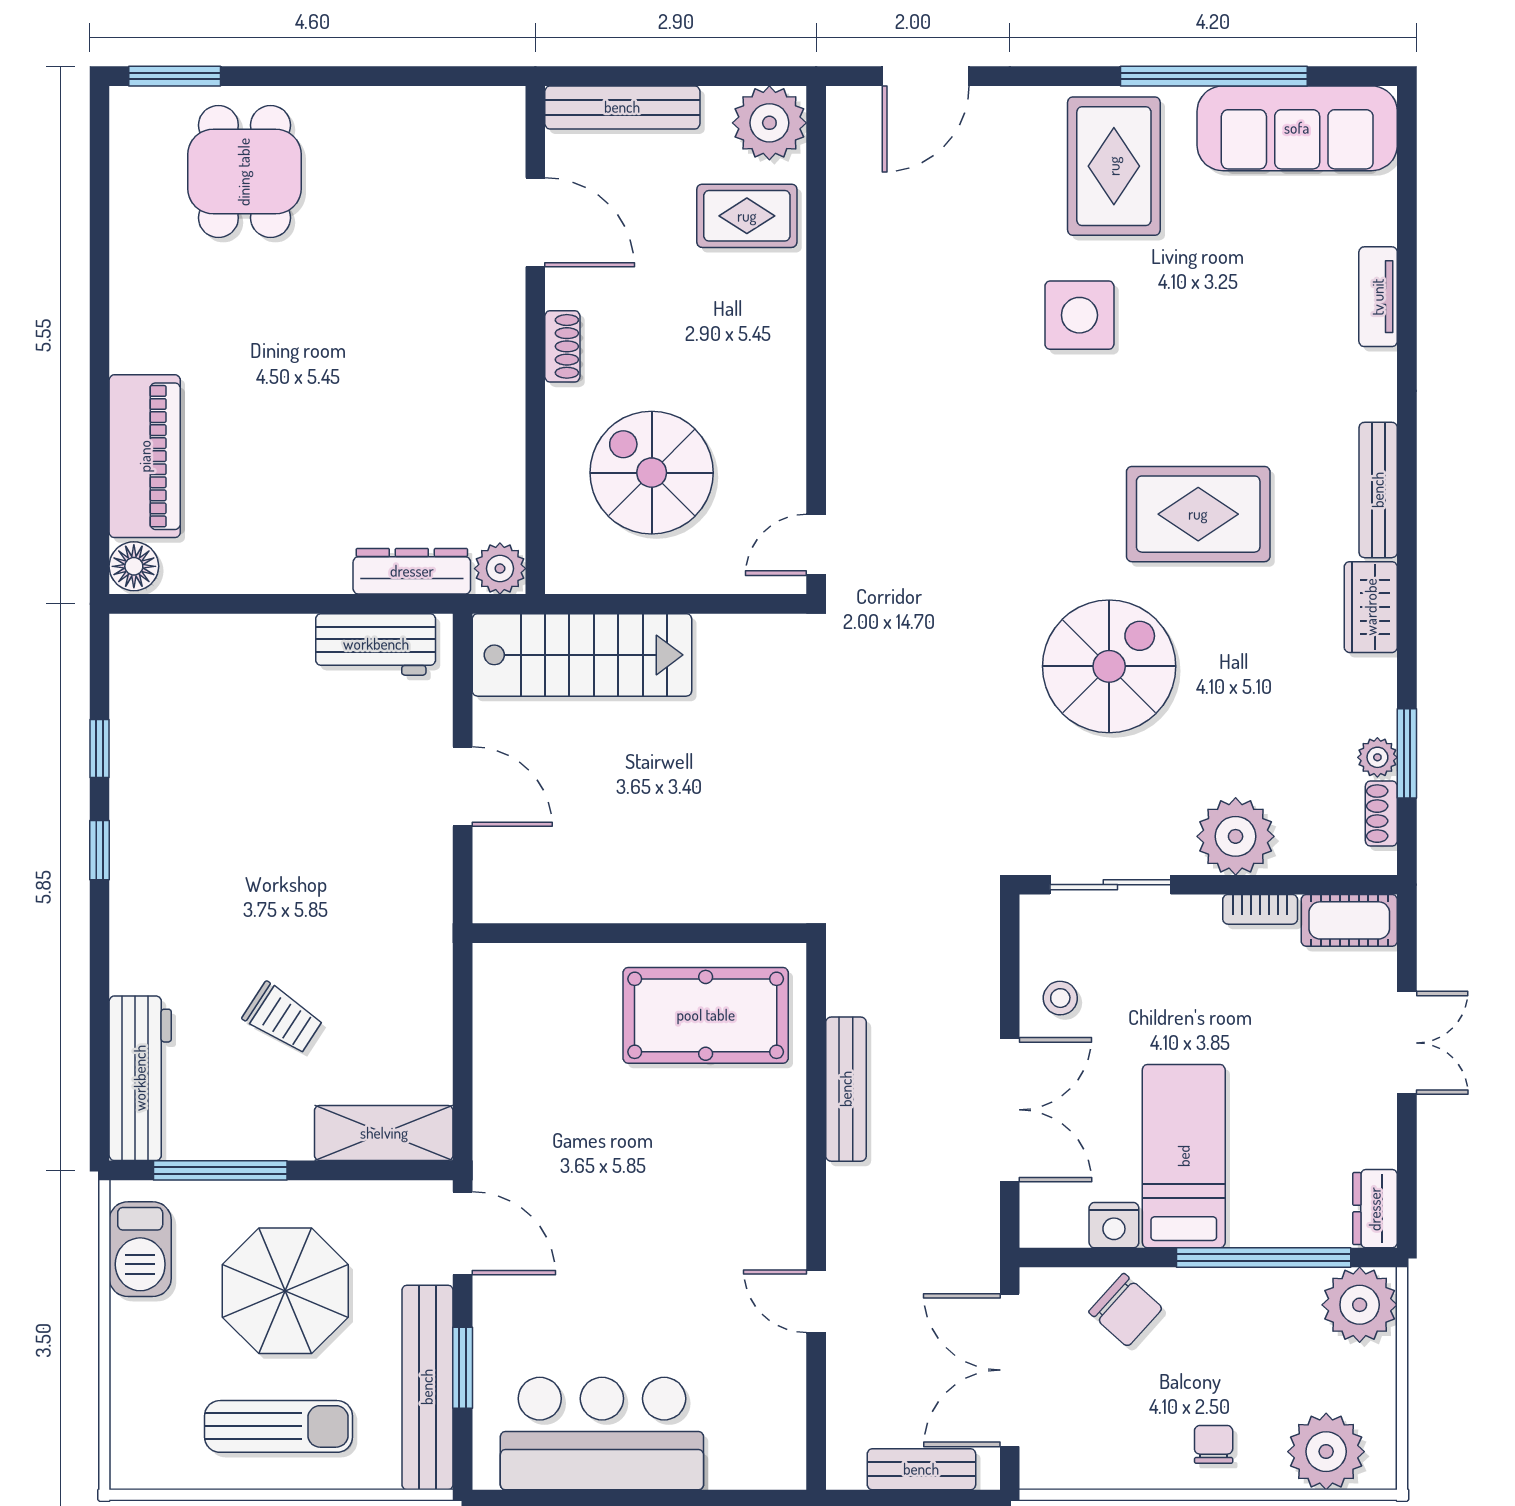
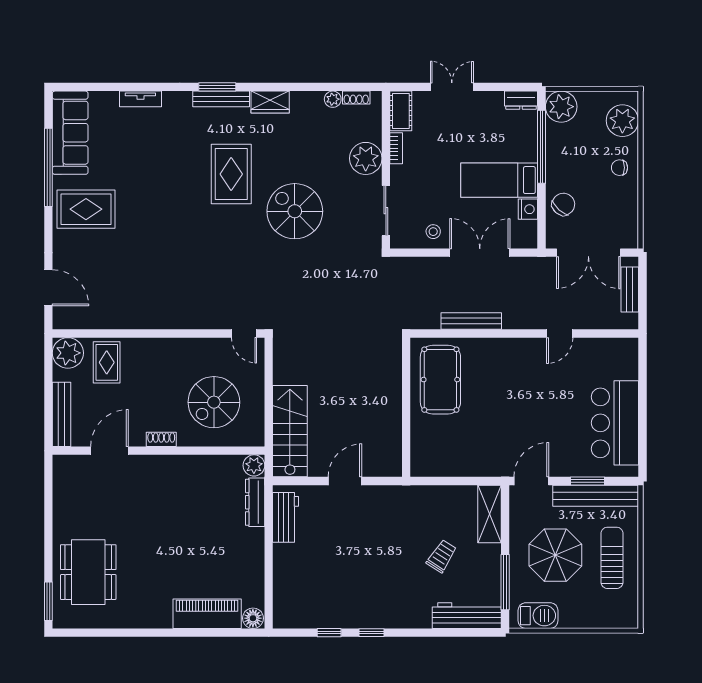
dining table: (244, 172) -> (88, 572), width x1.37
side table: (1079, 315) -> (148, 224), removed
window: (1407, 753) -> (217, 87), moved

